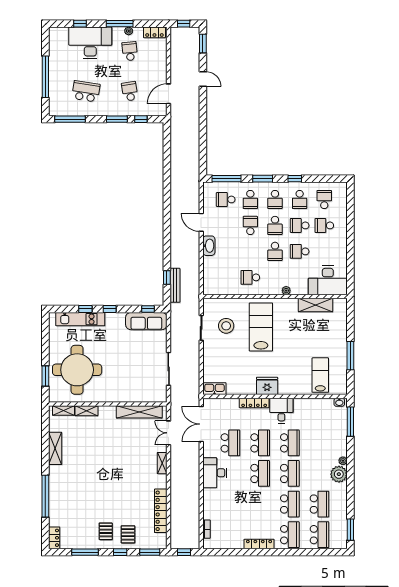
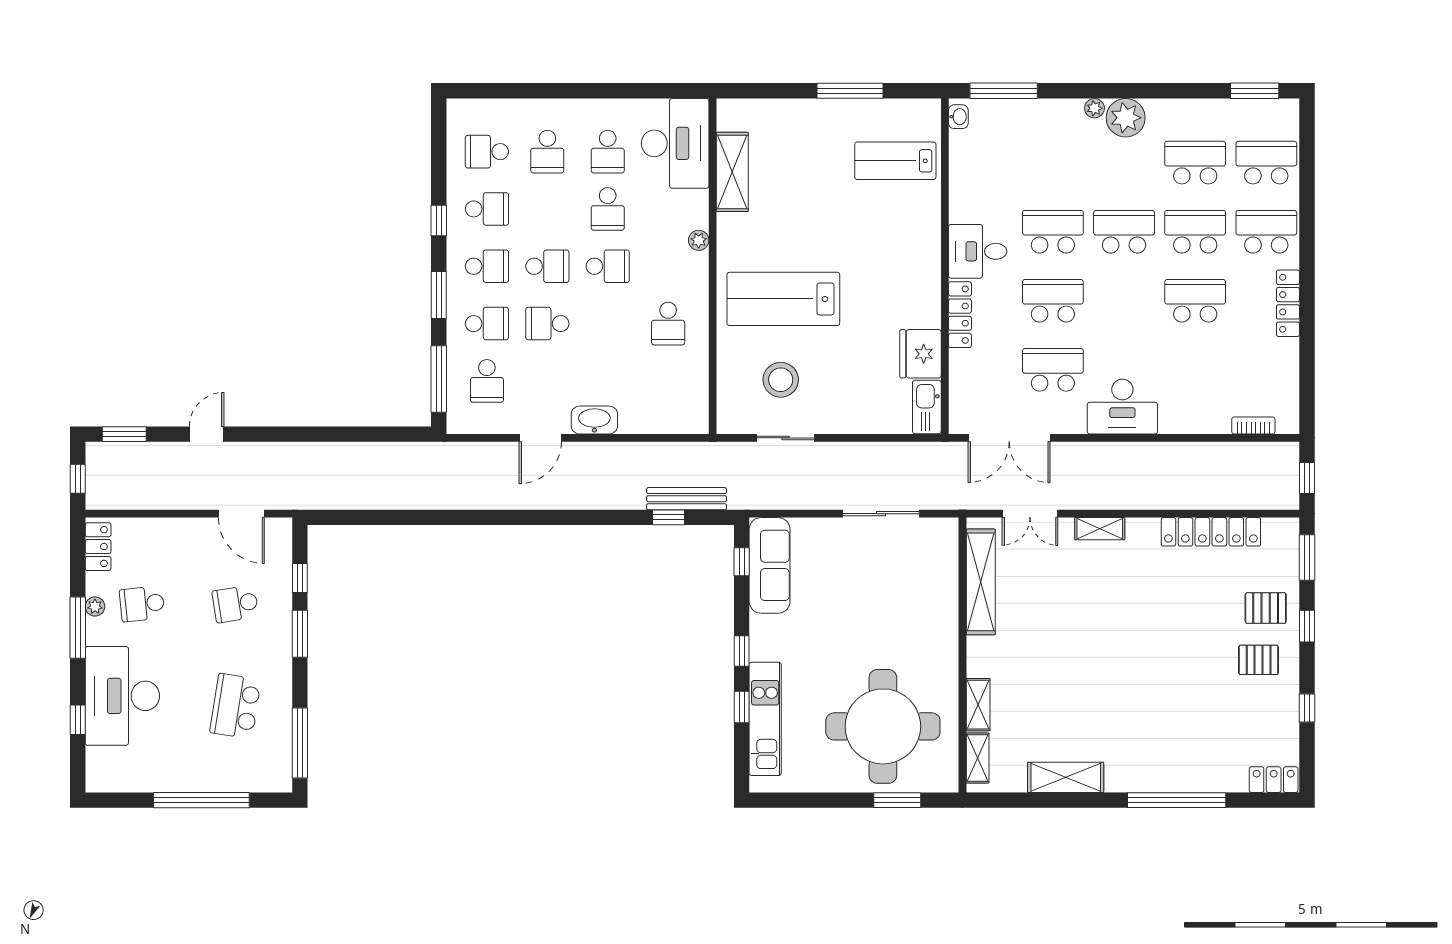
school desk: (300, 225) -> (608, 152), moved
fridge: (267, 386) -> (920, 354), moved
school desk: (260, 473) -> (1195, 301), moved
window: (85, 552) -> (1307, 708), width x0.46

